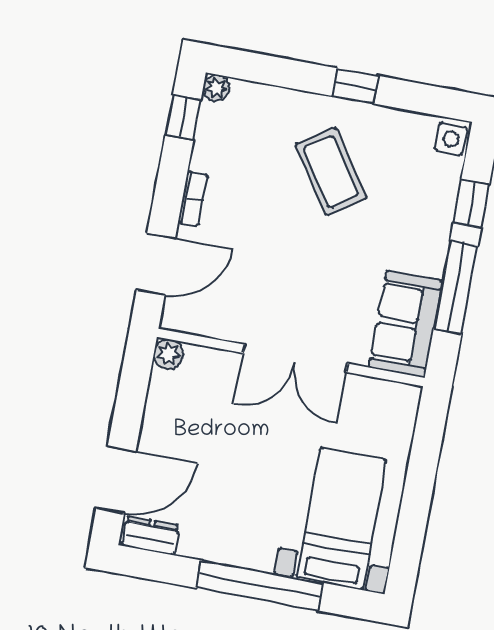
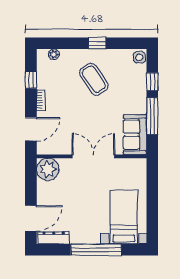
plant: (216, 88) -> (54, 54), moved
window: (183, 117) -> (31, 80), moved
plant: (168, 354) -> (48, 169), width x1.87, depth x1.87
double door: (295, 358) -> (93, 156), swing flipped
dresser: (150, 536) -> (54, 238), width x1.44

